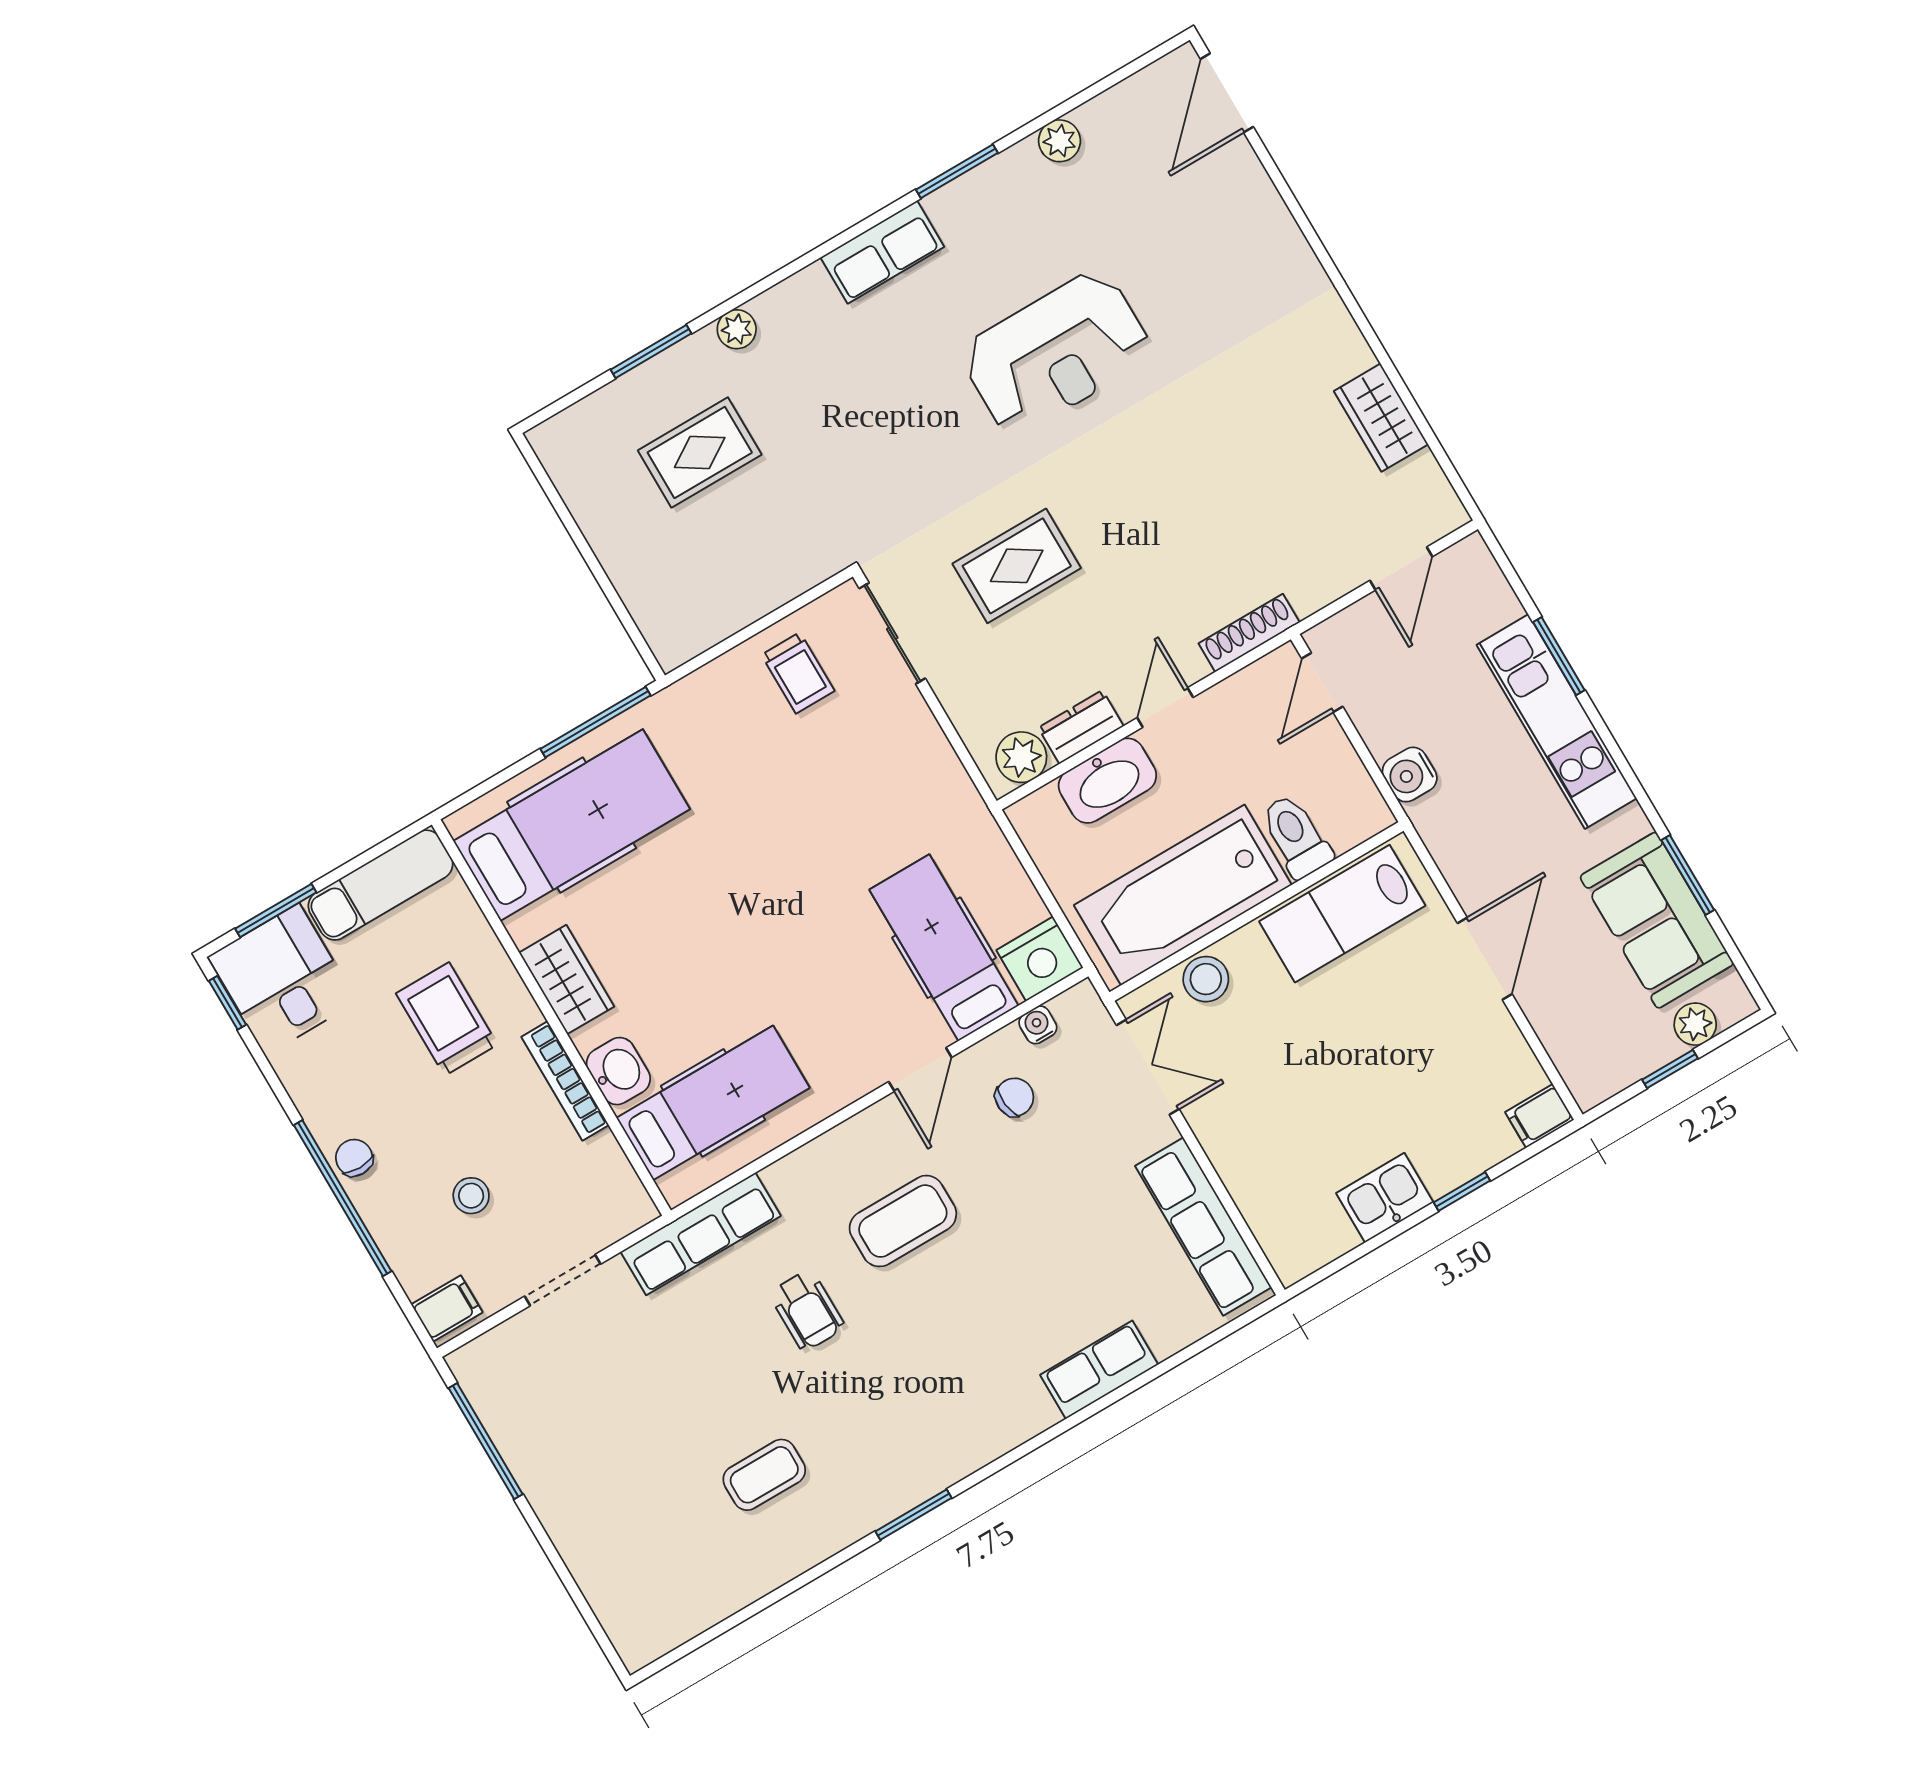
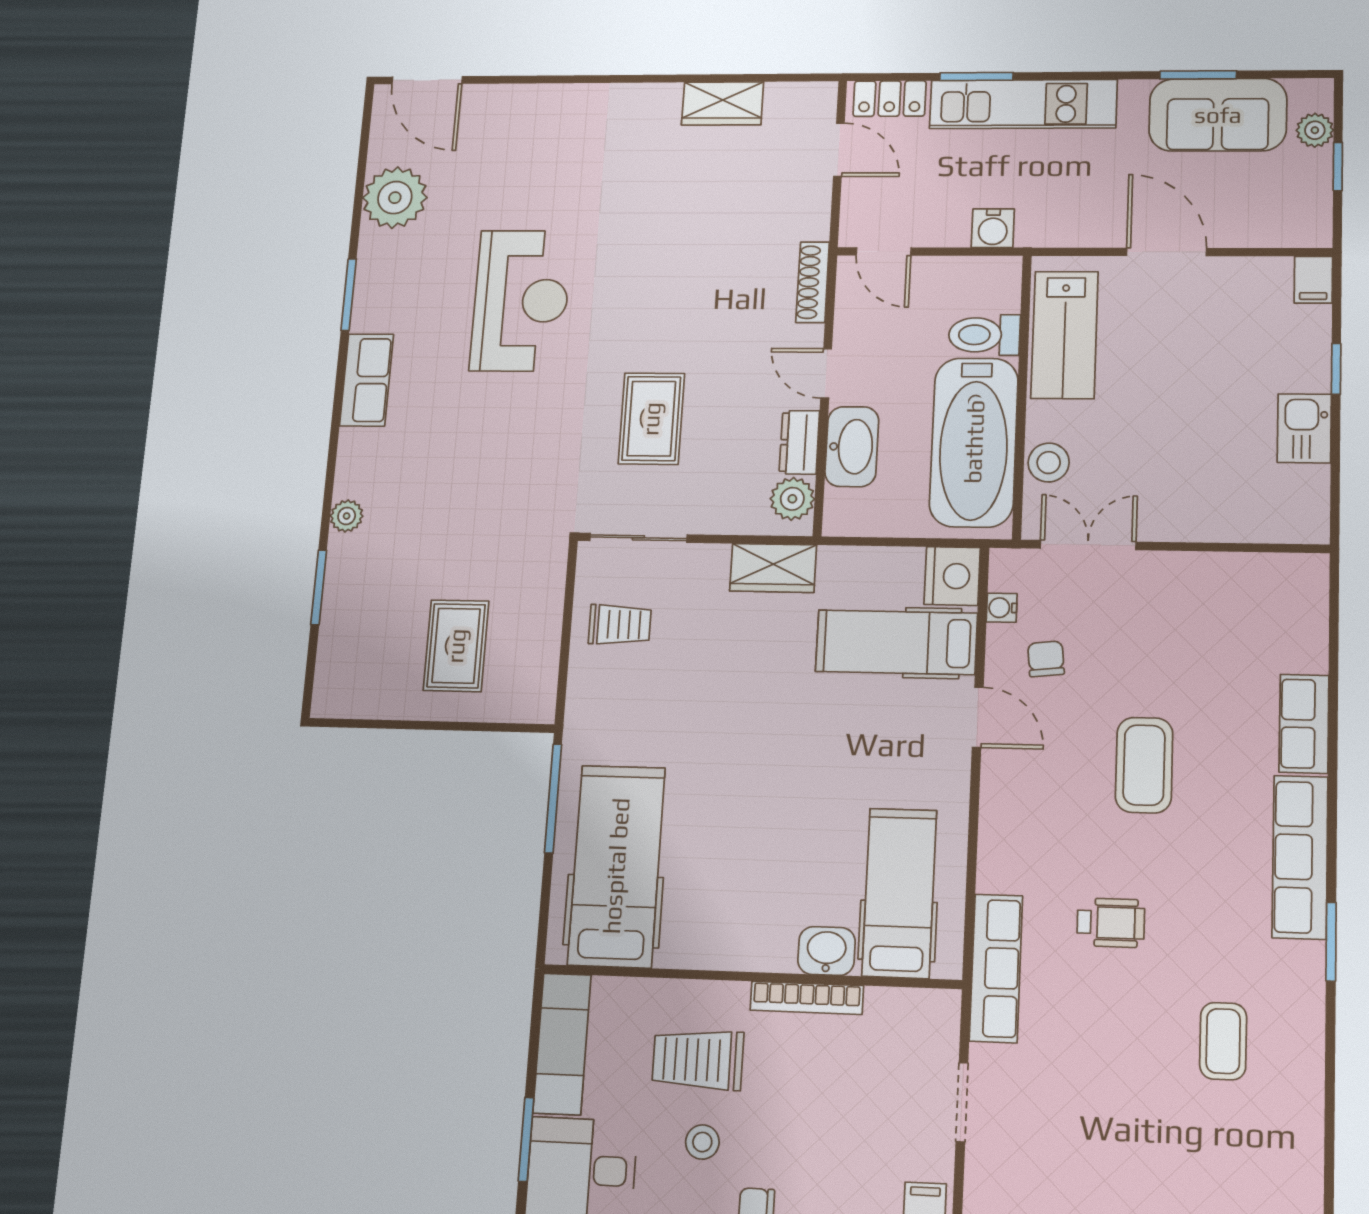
plant: (1060, 141) -> (395, 198), width x1.88, depth x1.88
rug: (700, 452) -> (456, 646), moved
locker: (1485, 584) -> (890, 99), added
wardrobe: (567, 980) -> (773, 568), moved, turned 180
stool: (471, 1196) -> (702, 1142), moved
coffee table: (903, 1221) -> (1144, 765), moved
row of seats: (1203, 1227) -> (1300, 857), moved, turned 90

